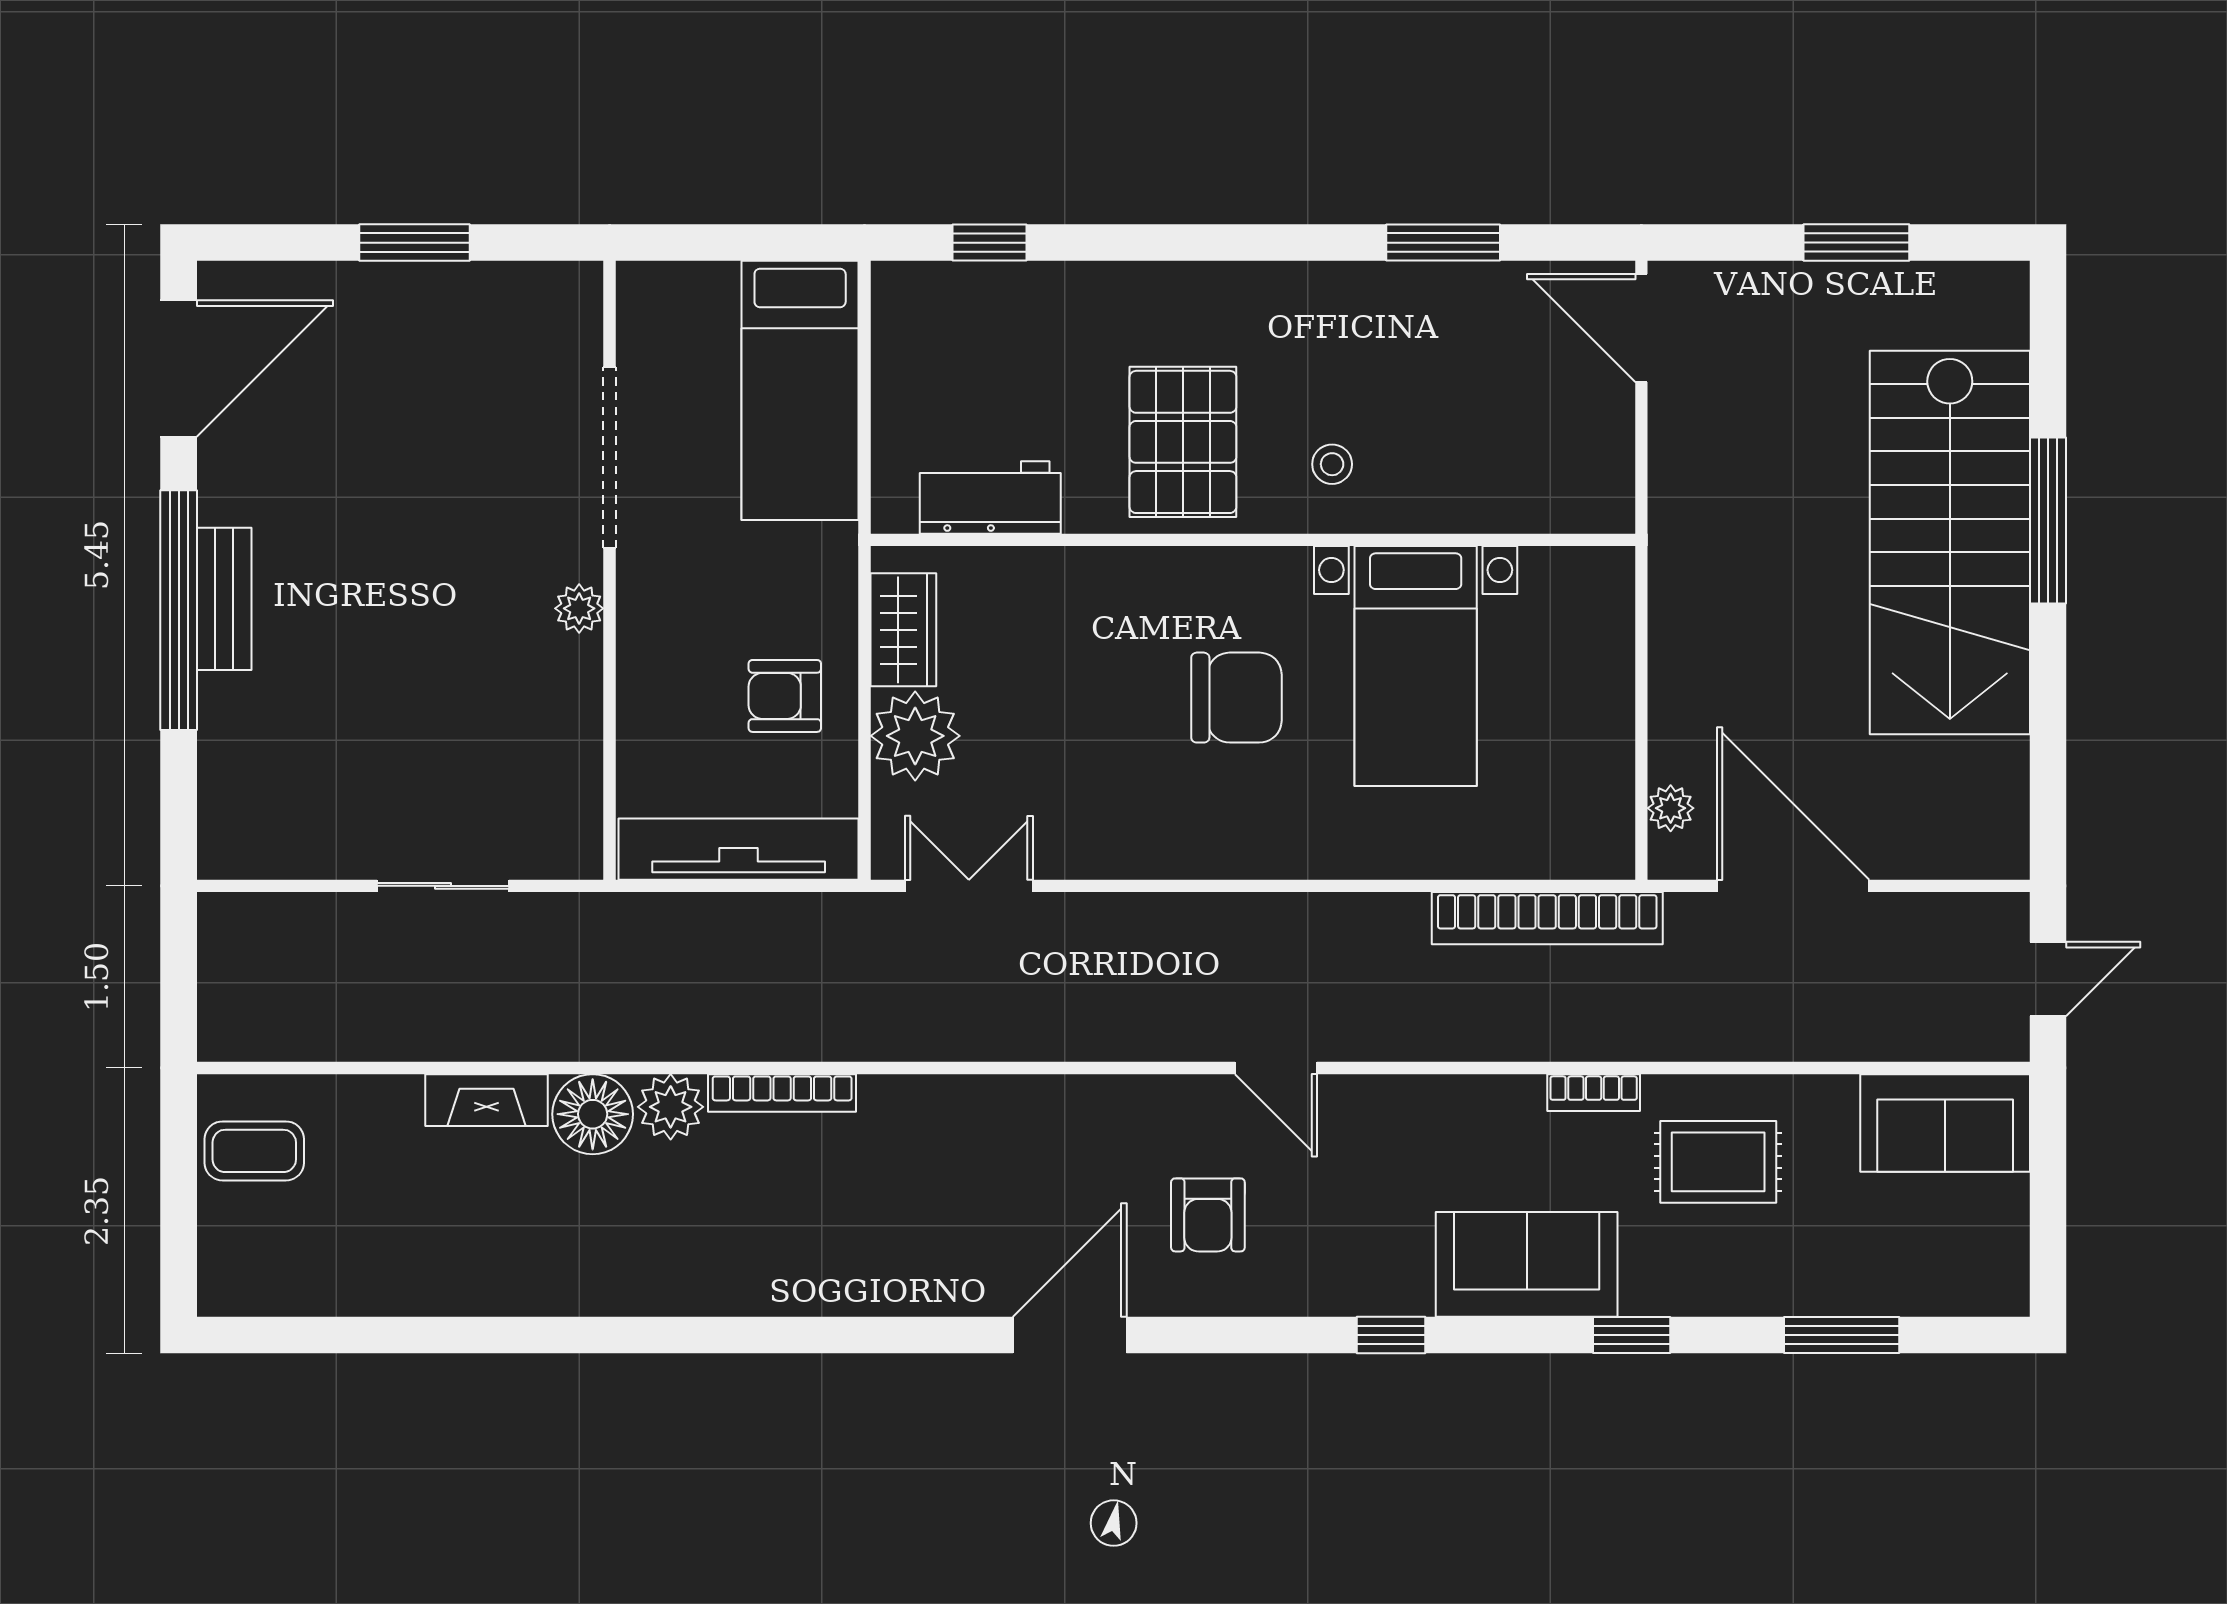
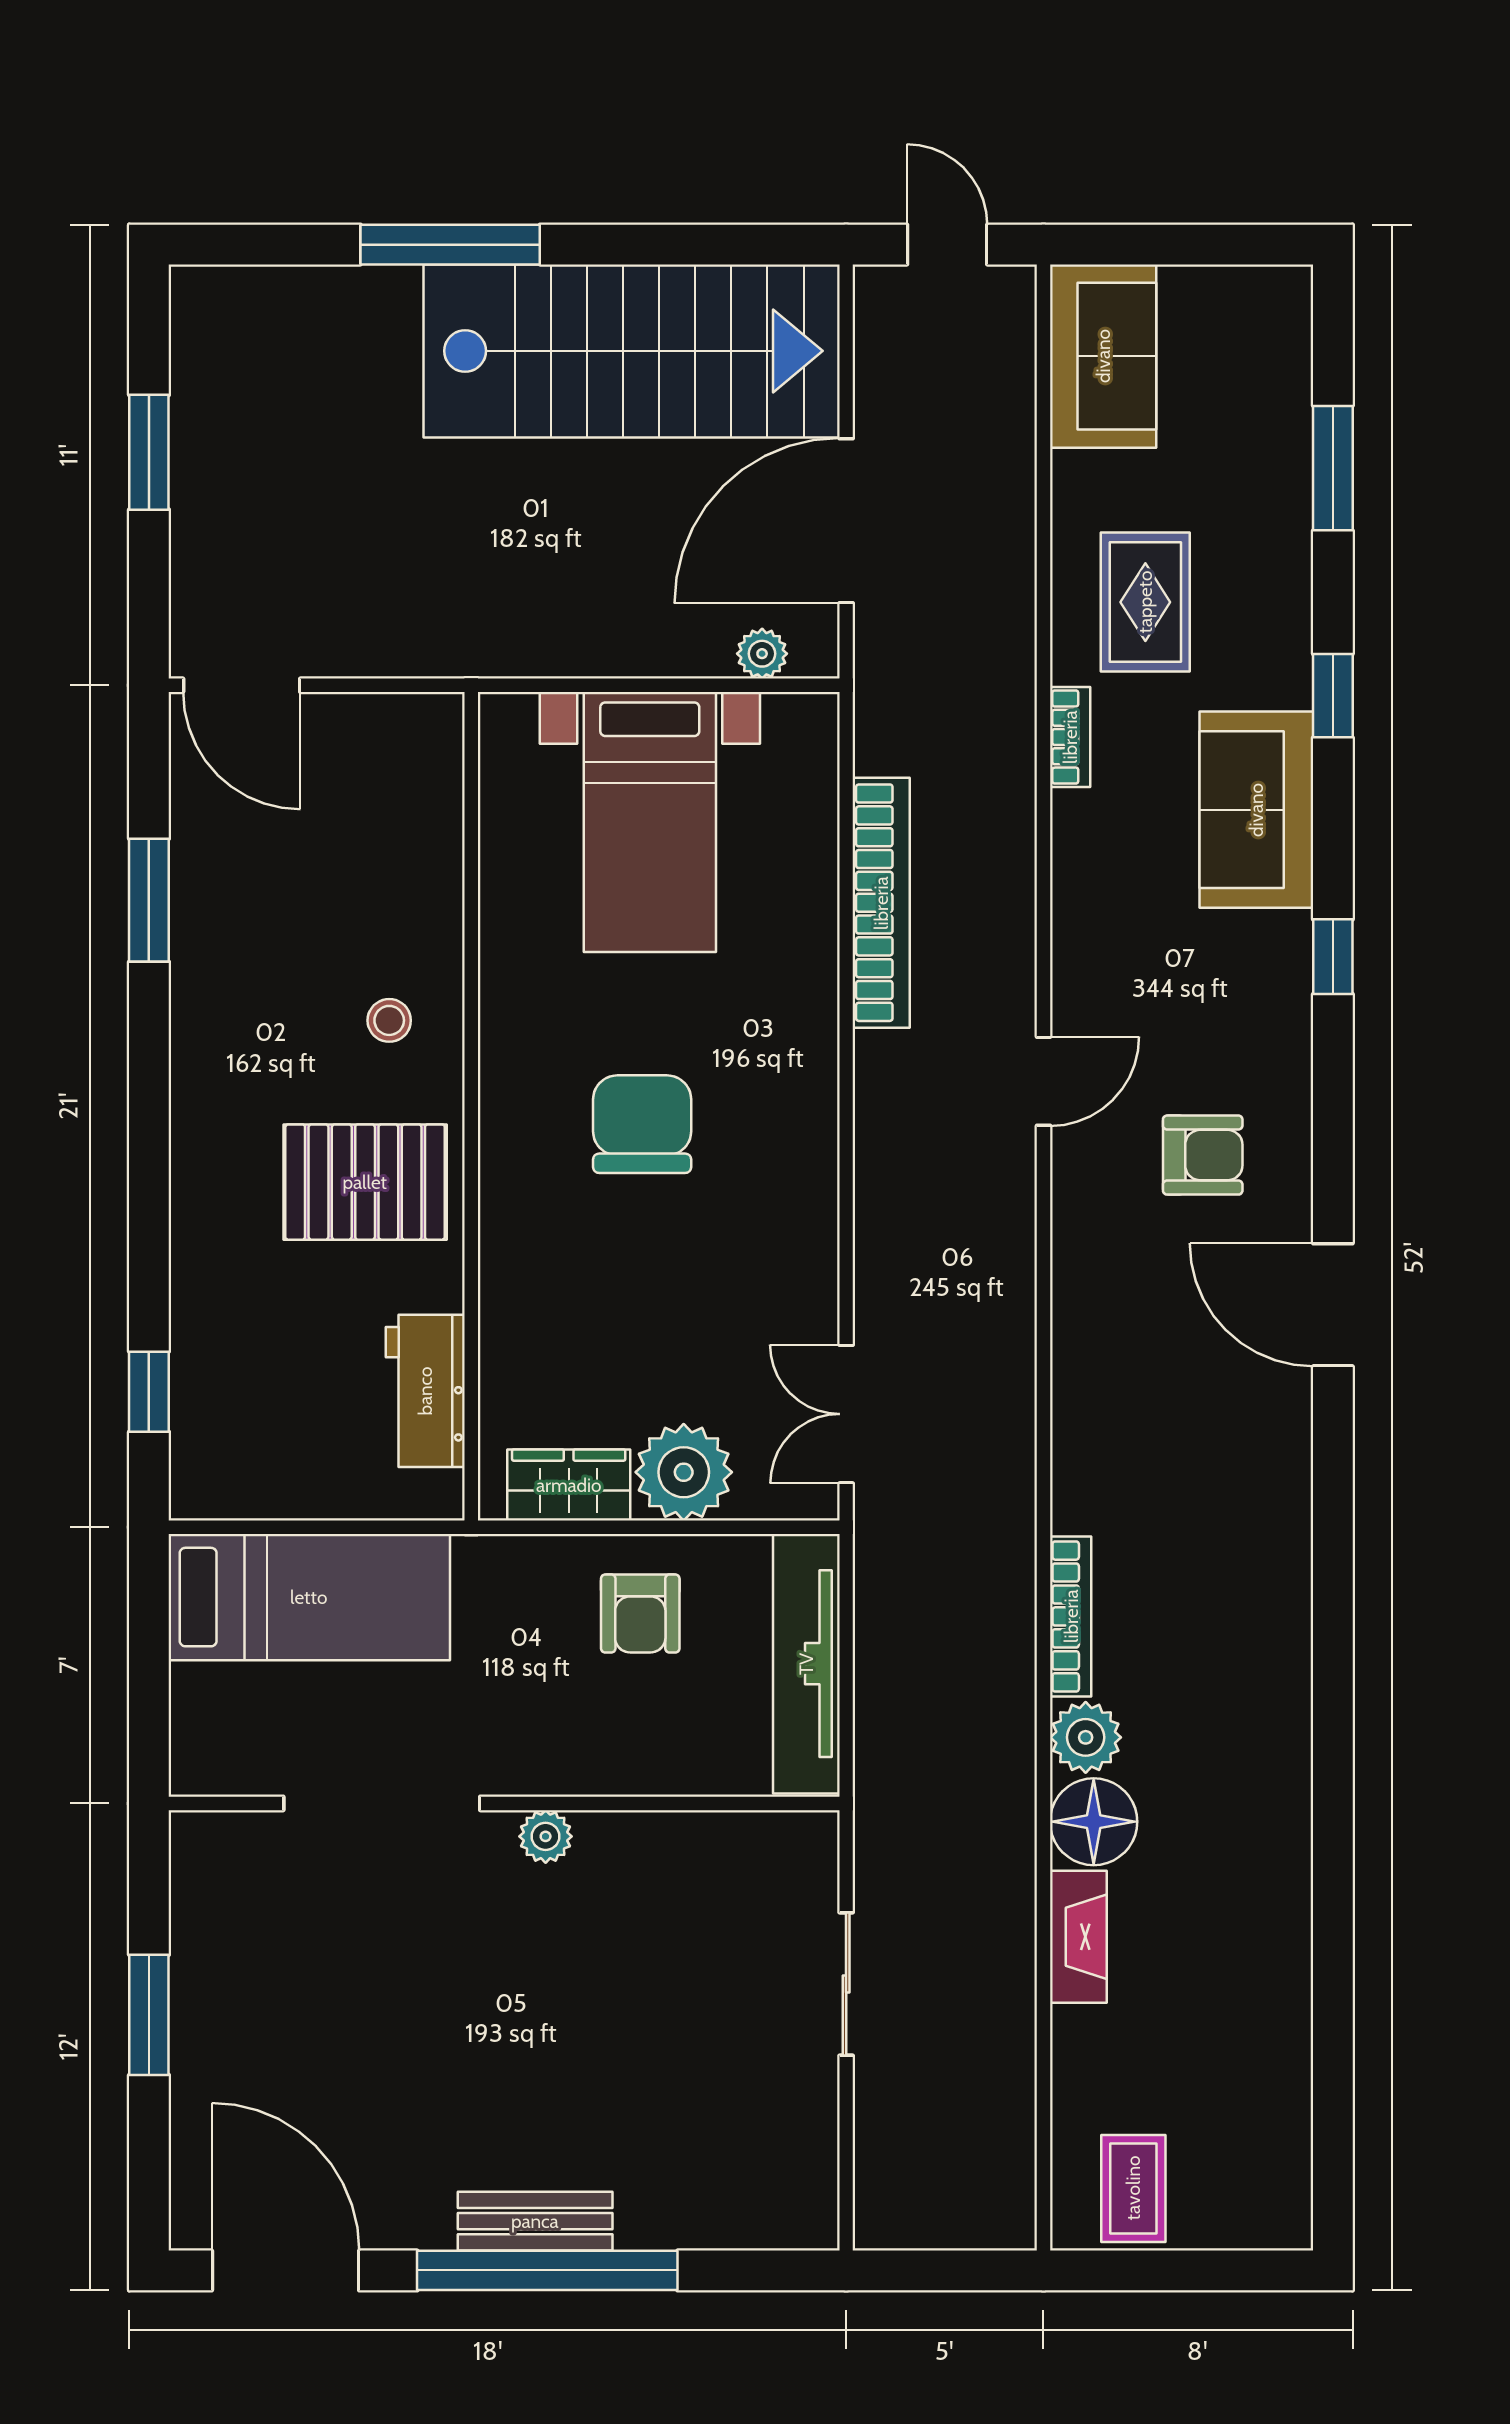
door: (1641, 328) -> (242, 685), hinge flipped
stairs: (1950, 543) -> (632, 351), moved
bed with nightstands: (1416, 666) -> (650, 822), moved, turned 90
bookcase: (1547, 918) -> (881, 903), moved

